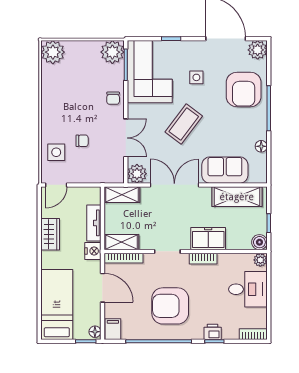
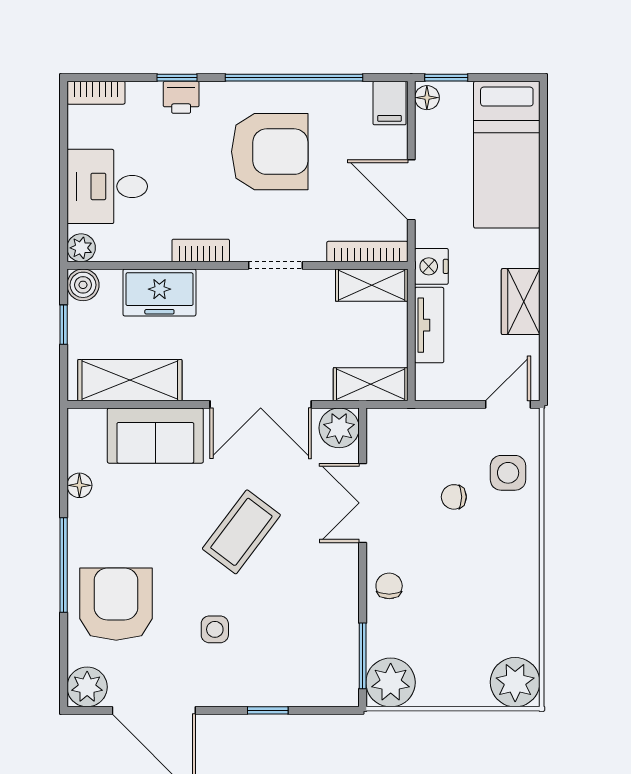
corner sofa: (150, 72) -> (312, 641), removed
freezer: (208, 239) -> (159, 292), moved

